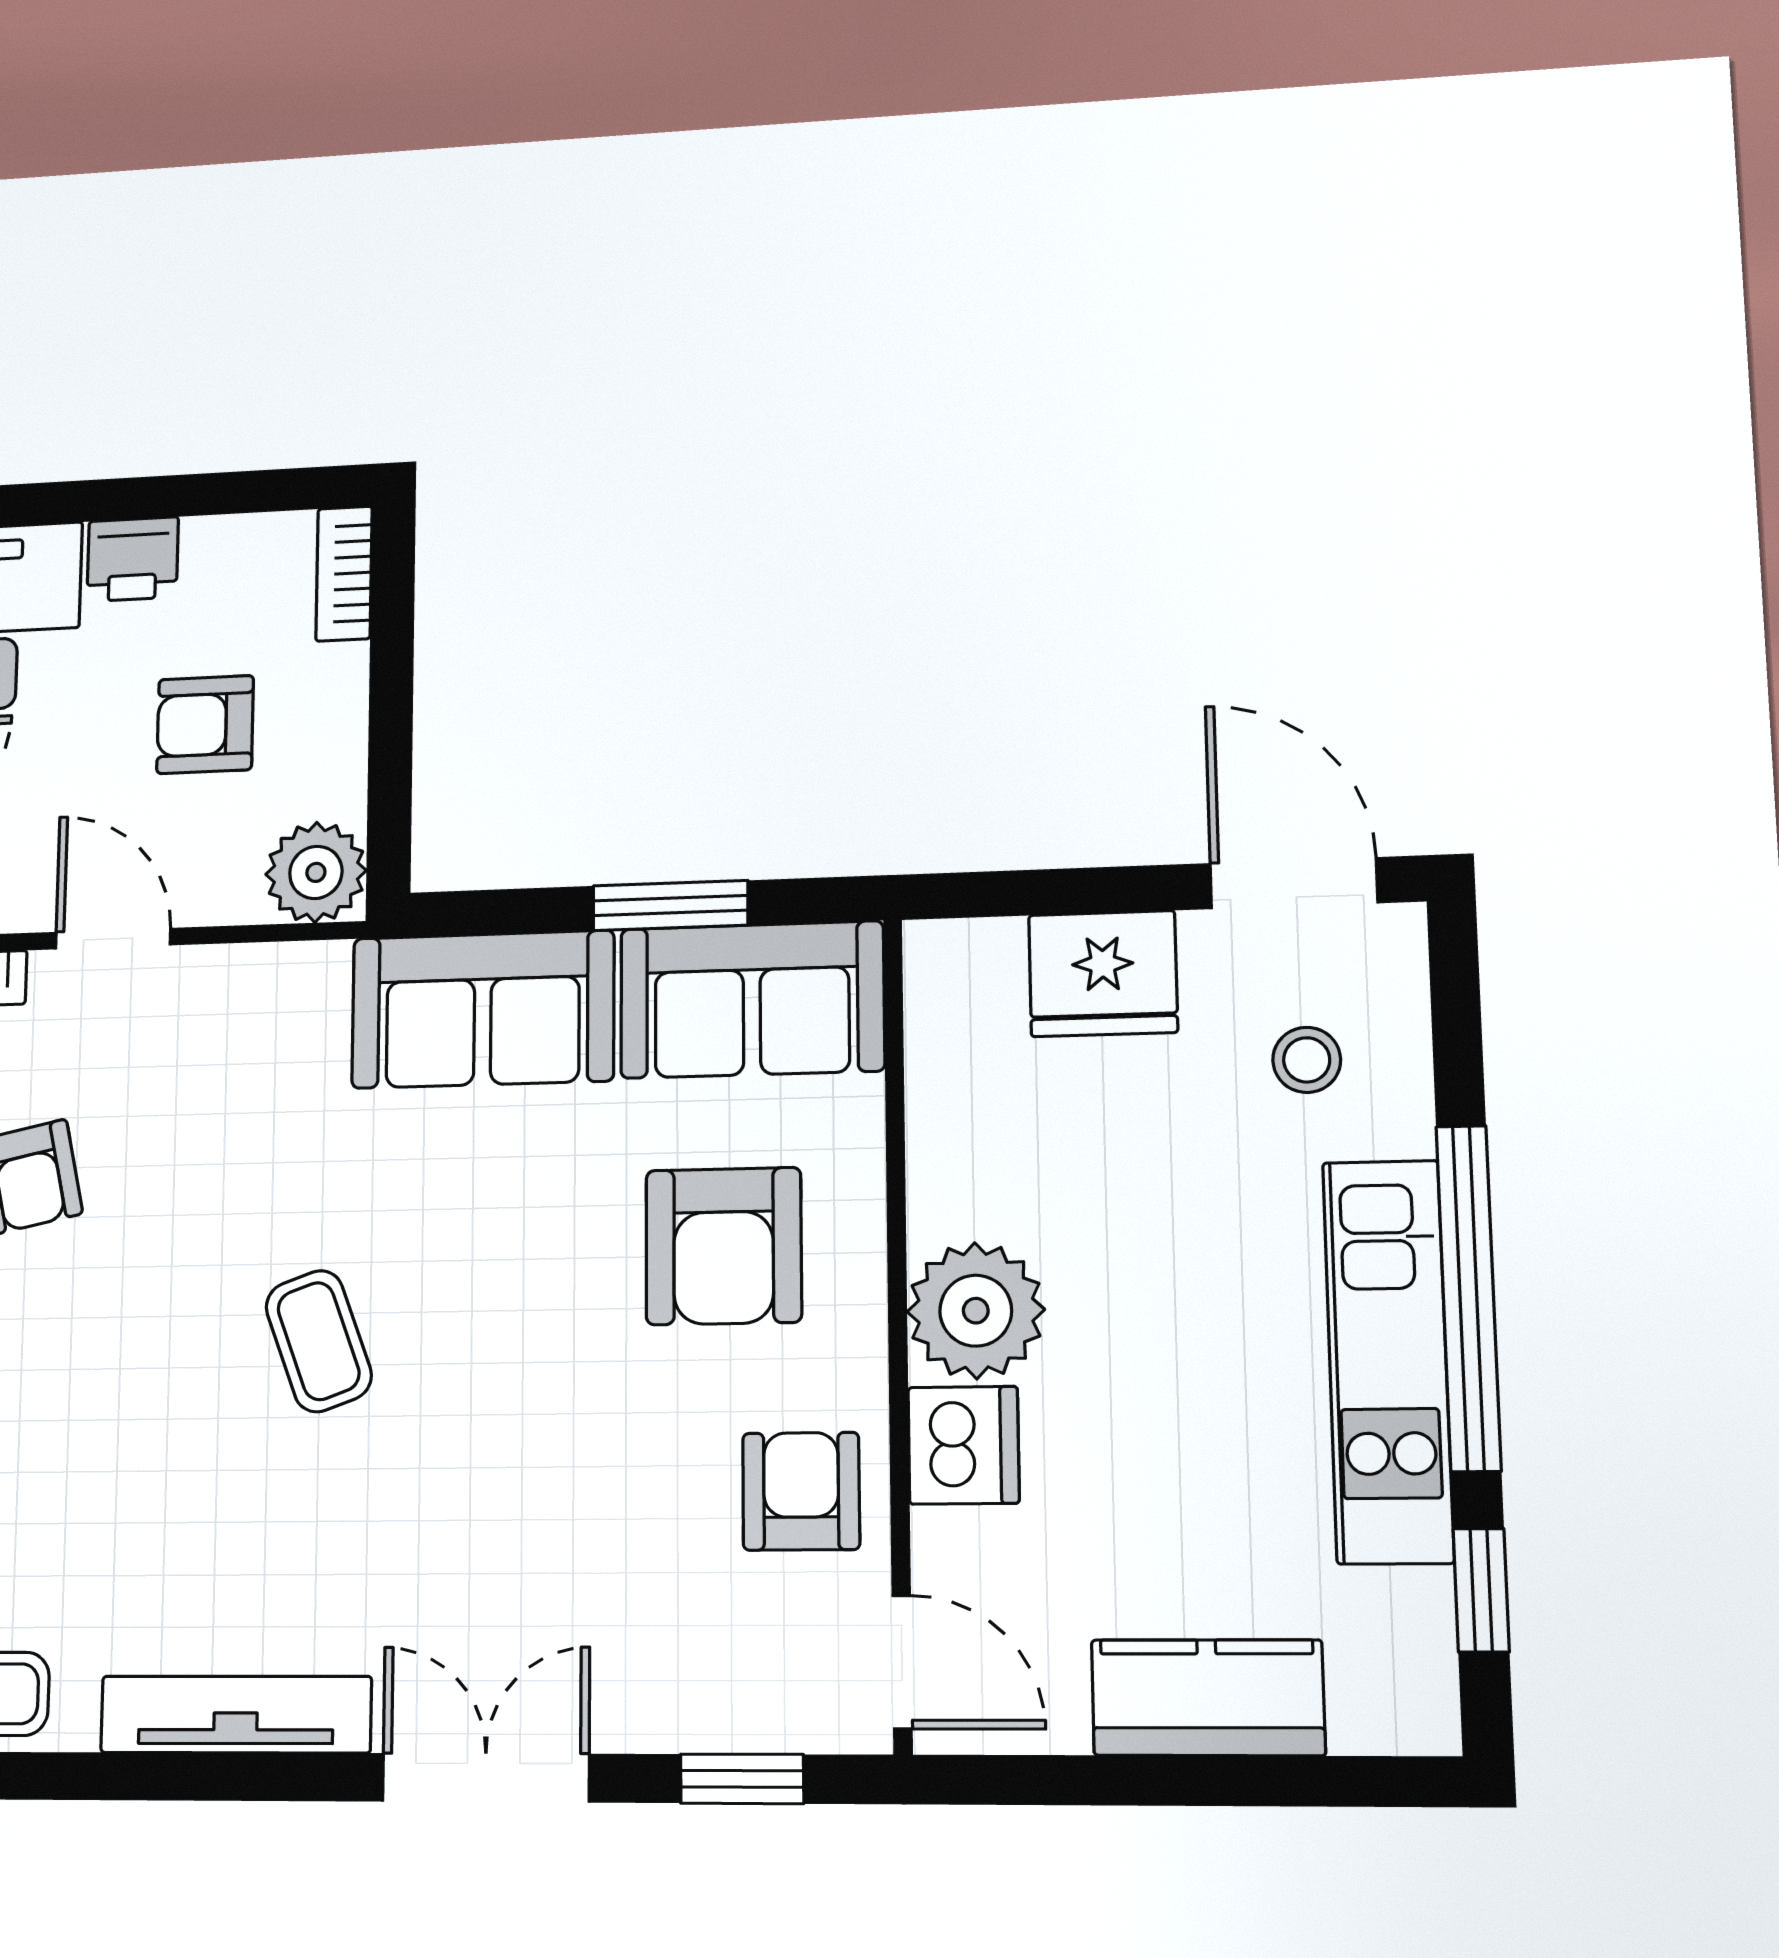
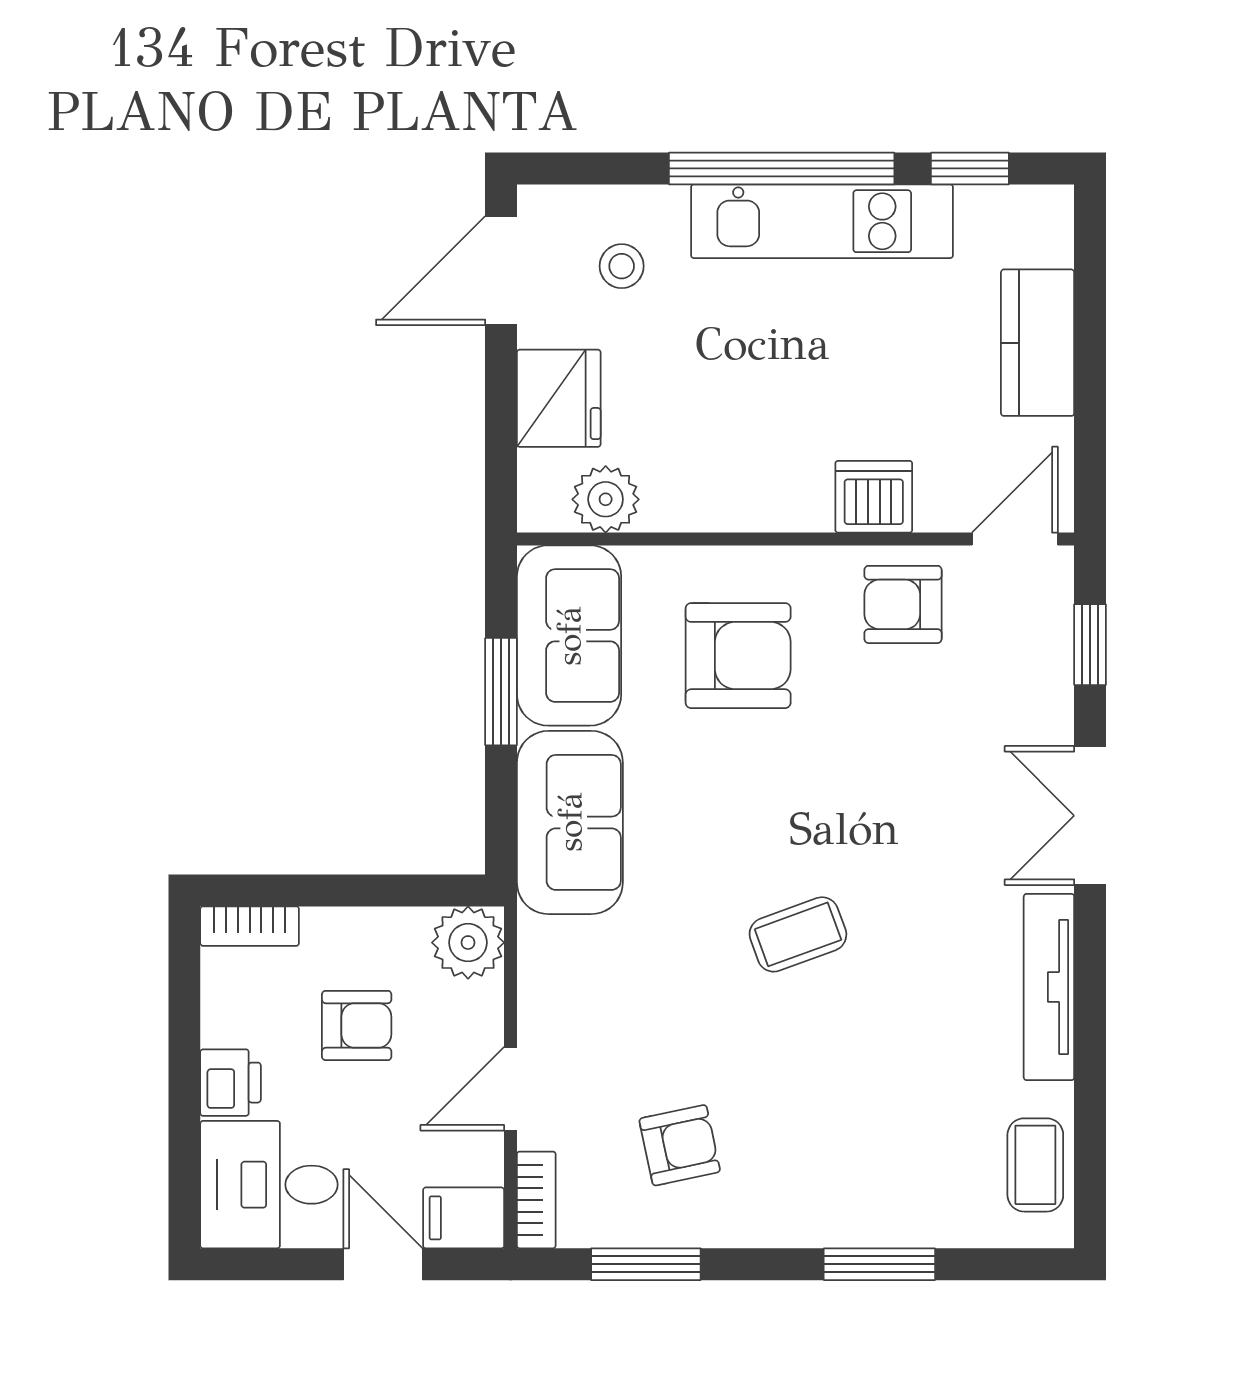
armchair: (205, 725) -> (357, 1025), turned -90
plant: (976, 1311) -> (606, 499), moved, width x0.73, depth x0.73

